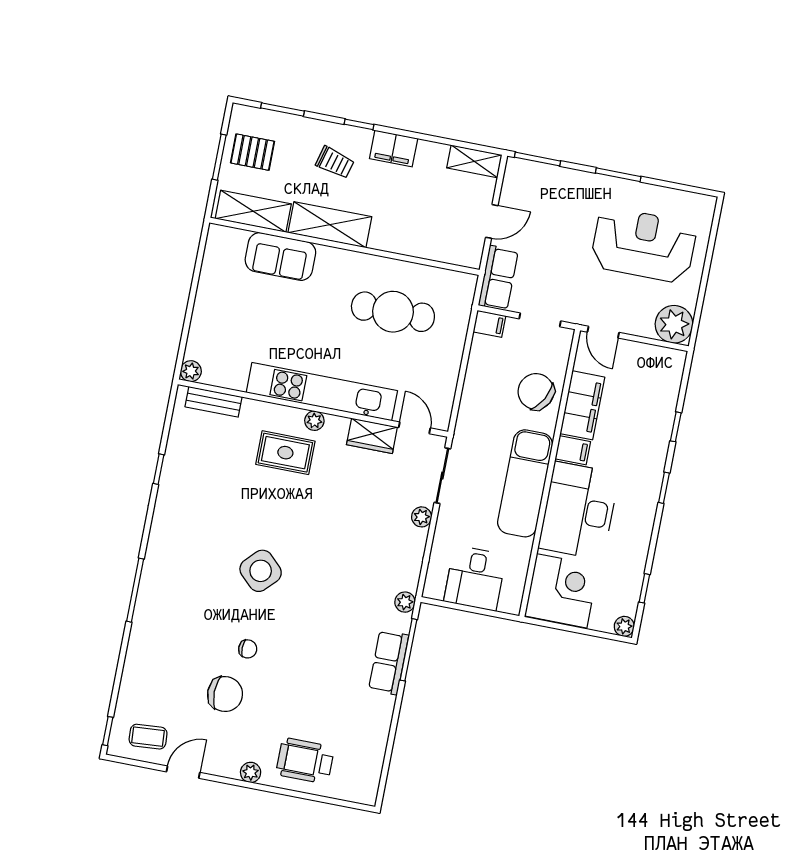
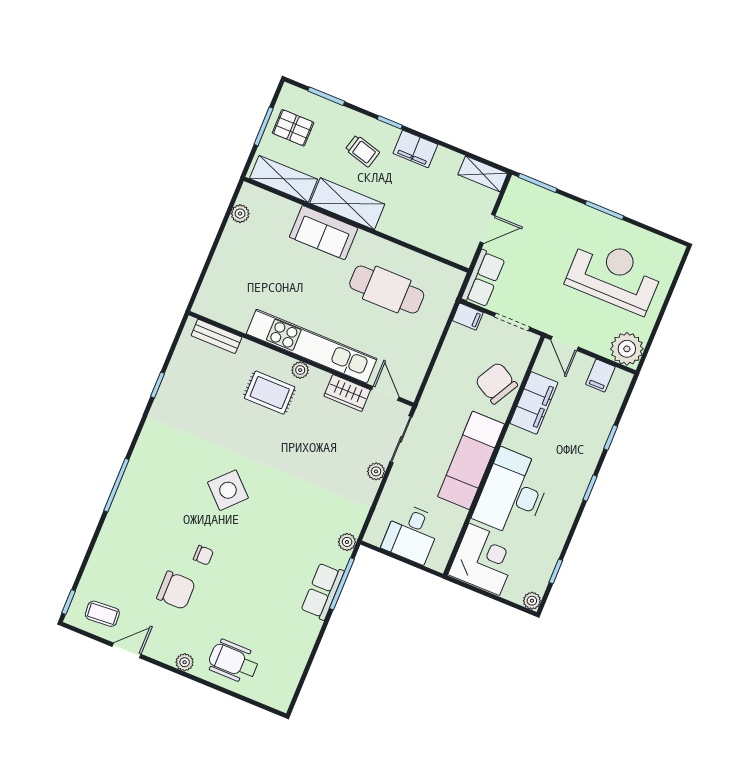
sofa: (280, 256) -> (324, 233), moved
plant: (191, 371) -> (240, 214), moved
filing cabinet: (573, 450) -> (600, 376), moved, turned 90

